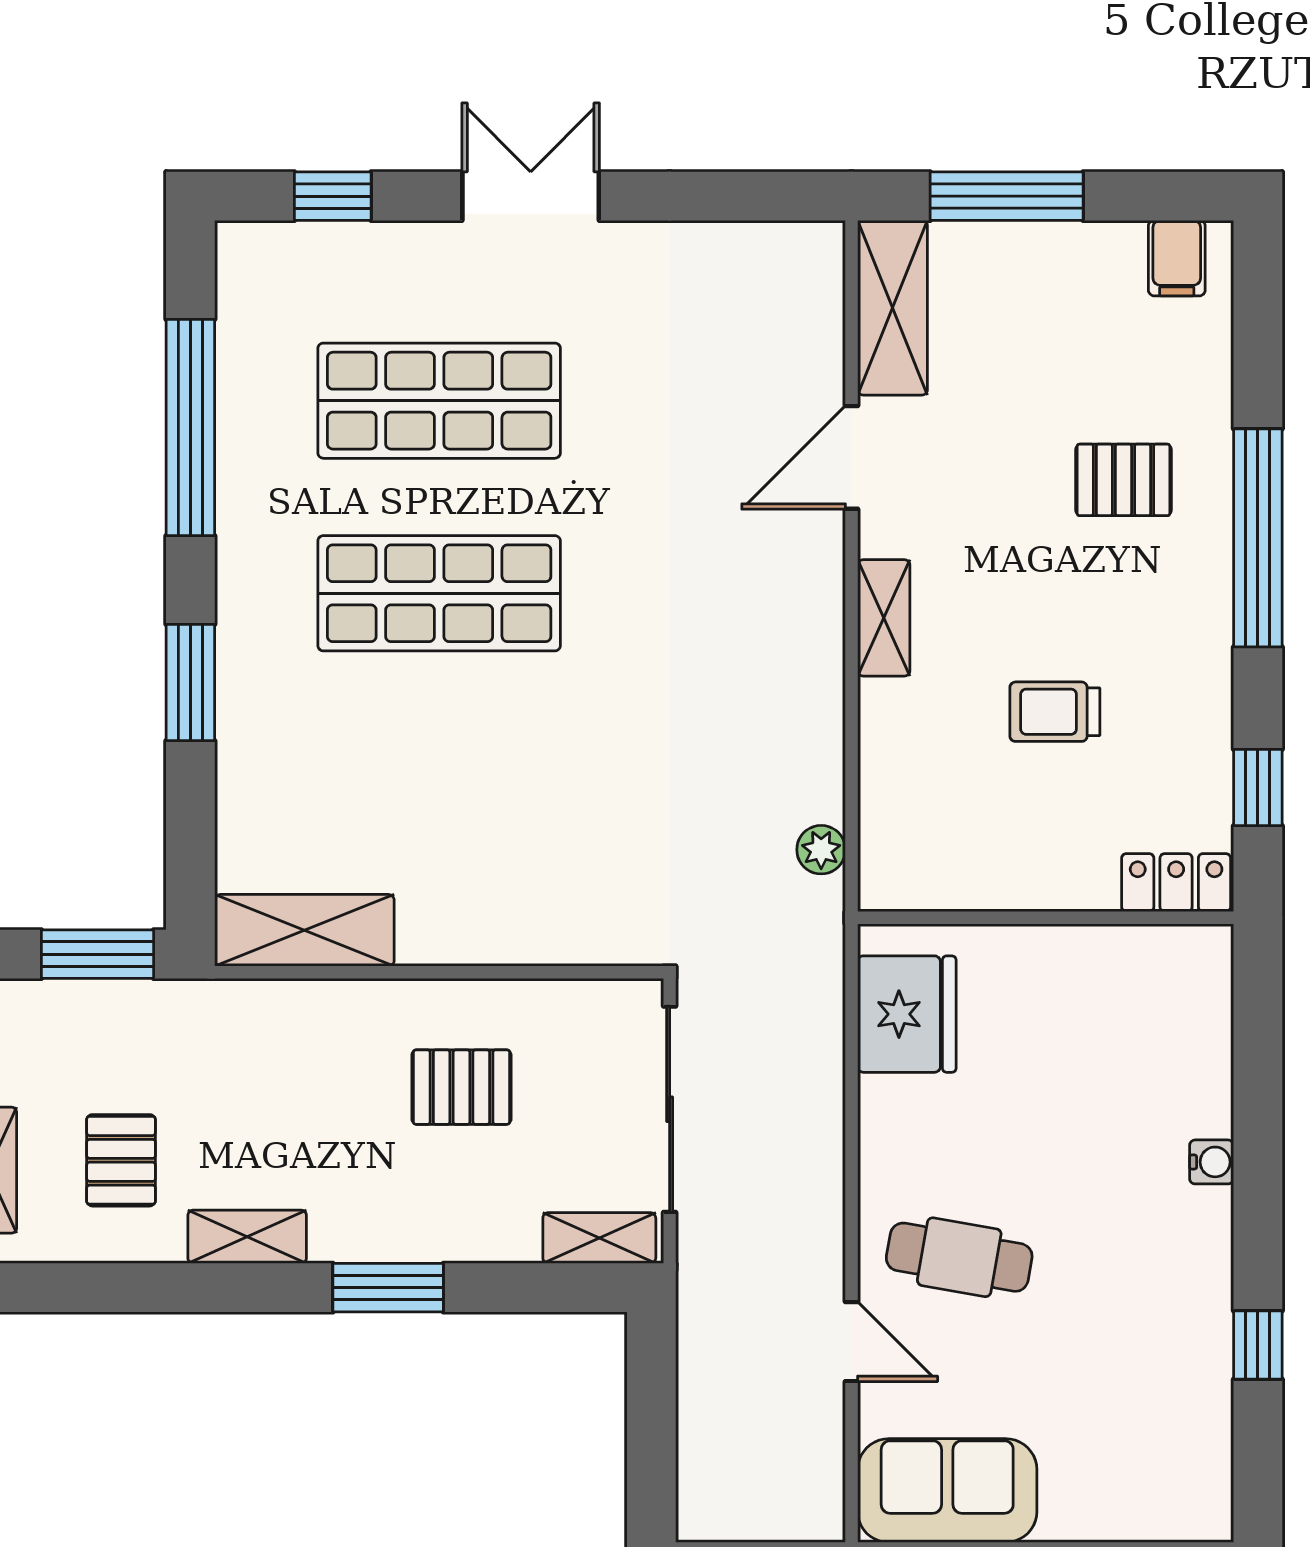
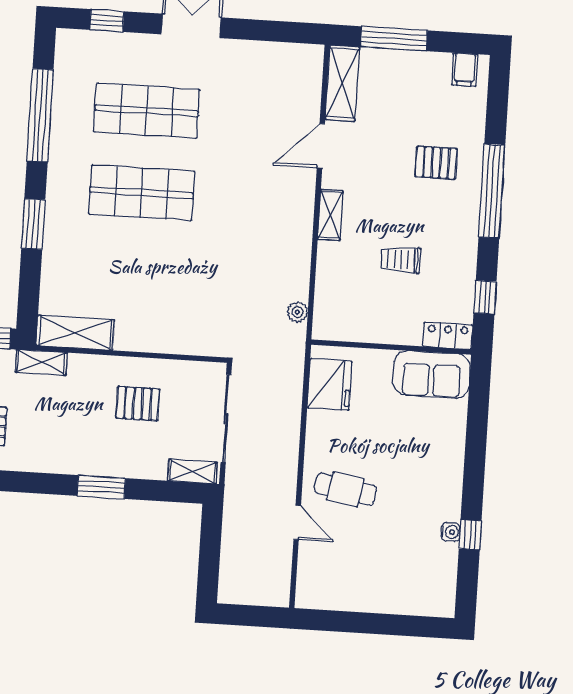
water cooler: (1212, 1162) -> (451, 532), moved
shelving: (247, 1237) -> (41, 362), moved
sofa: (947, 1491) -> (432, 374), moved, turned 180

